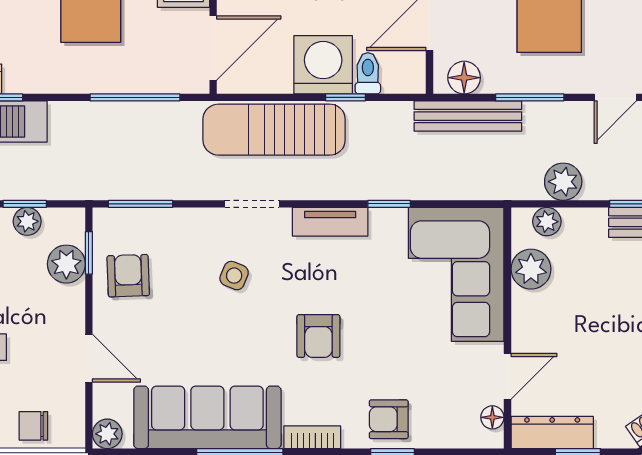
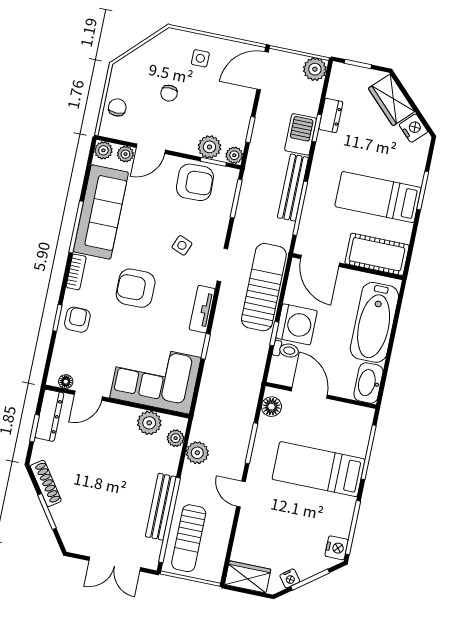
bench: (468, 116) -> (293, 188), moved
plant: (27, 221) -> (234, 155), moved
armchair: (128, 276) -> (195, 182), width x1.38, depth x1.38
armchair: (318, 336) -> (136, 288), width x1.38, depth x1.38
door: (508, 376) -> (88, 396), hinge flipped
plant: (106, 397) -> (125, 154), added

